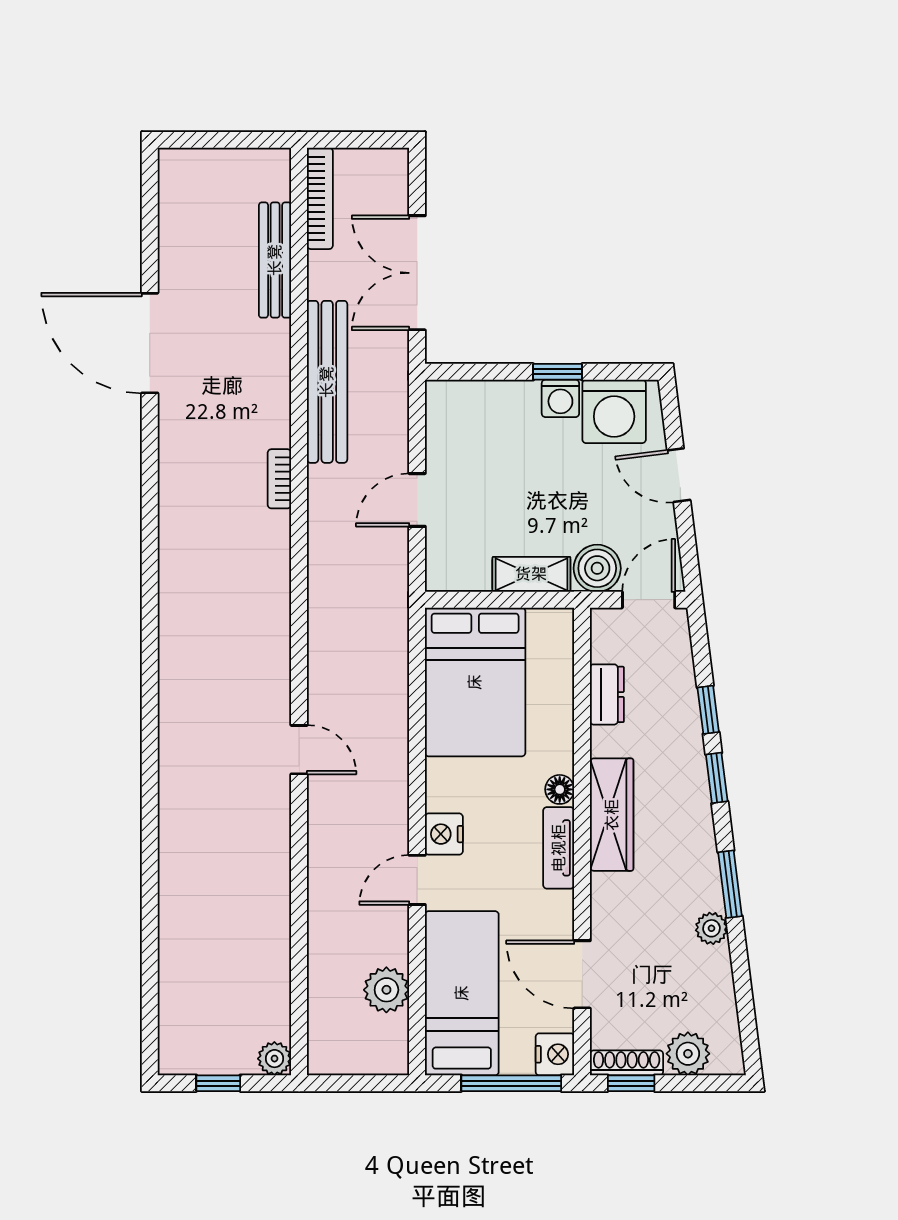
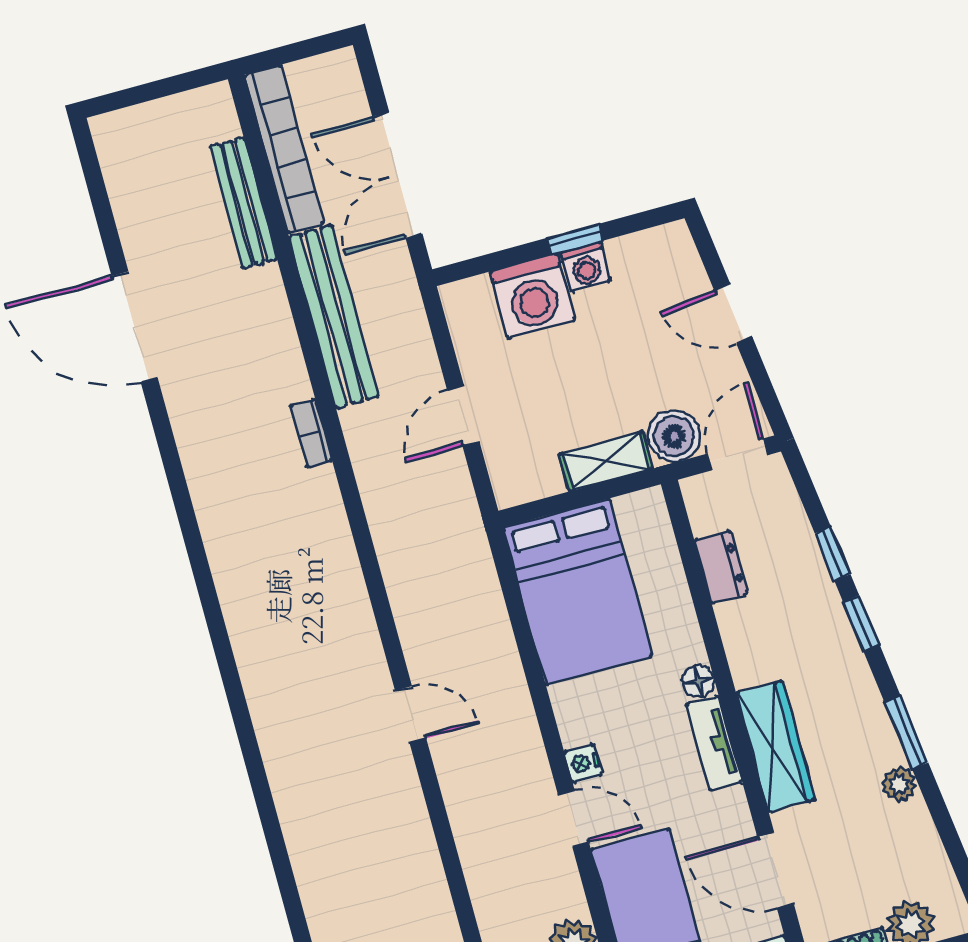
bookcase: (320, 198) -> (284, 149), width x1.48, depth x1.31
washing machine: (614, 411) -> (533, 296), moved
wardrobe: (612, 815) -> (775, 746), moved
nightstand: (444, 834) -> (583, 763), width x0.72, depth x0.74
door: (417, 880) -> (573, 818), swing flipped

